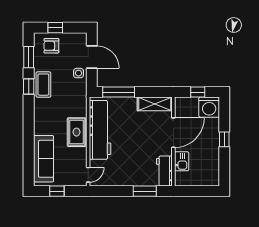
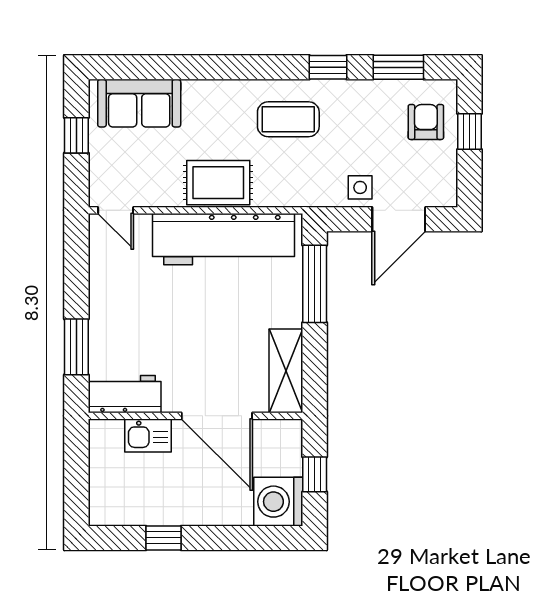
coffee table: (43, 85) -> (288, 119), moved
window: (224, 139) -> (163, 538), moved
sofa: (43, 159) -> (139, 103), width x0.73

